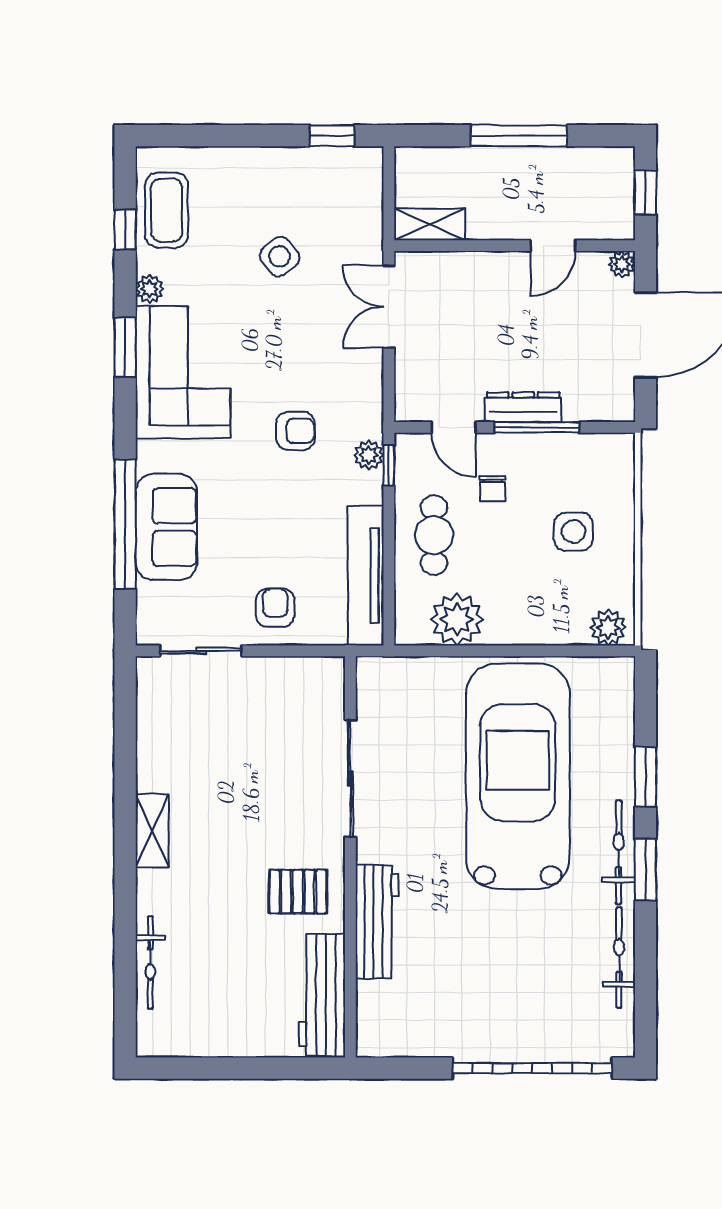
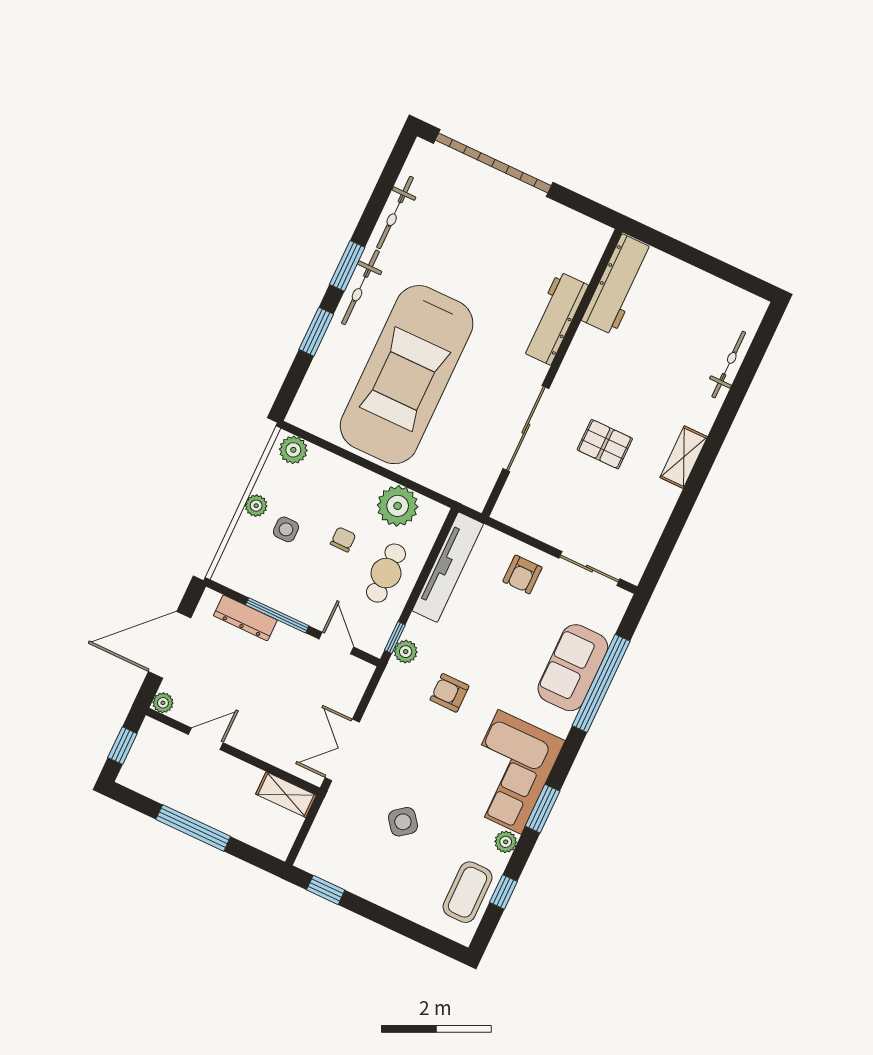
double door: (389, 307) -> (342, 750), swing flipped
dresser: (523, 407) -> (245, 618), moved
chair: (493, 489) -> (343, 539), moved
side table: (573, 532) -> (286, 529), width x0.73, depth x0.73
plant: (621, 543) -> (256, 506), added
pallet: (298, 892) -> (605, 444), moved

